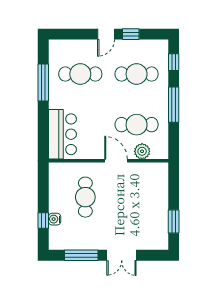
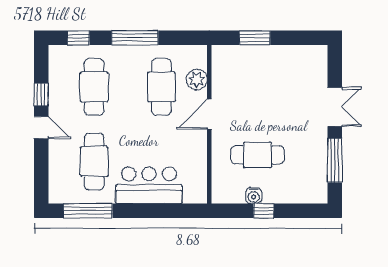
window: (43, 83) -> (88, 211), moved
bar counter: (62, 134) -> (149, 185), moved
water cooler: (55, 219) -> (254, 196), moved
window: (43, 221) -> (264, 211), moved
window: (174, 221) -> (255, 38), moved

